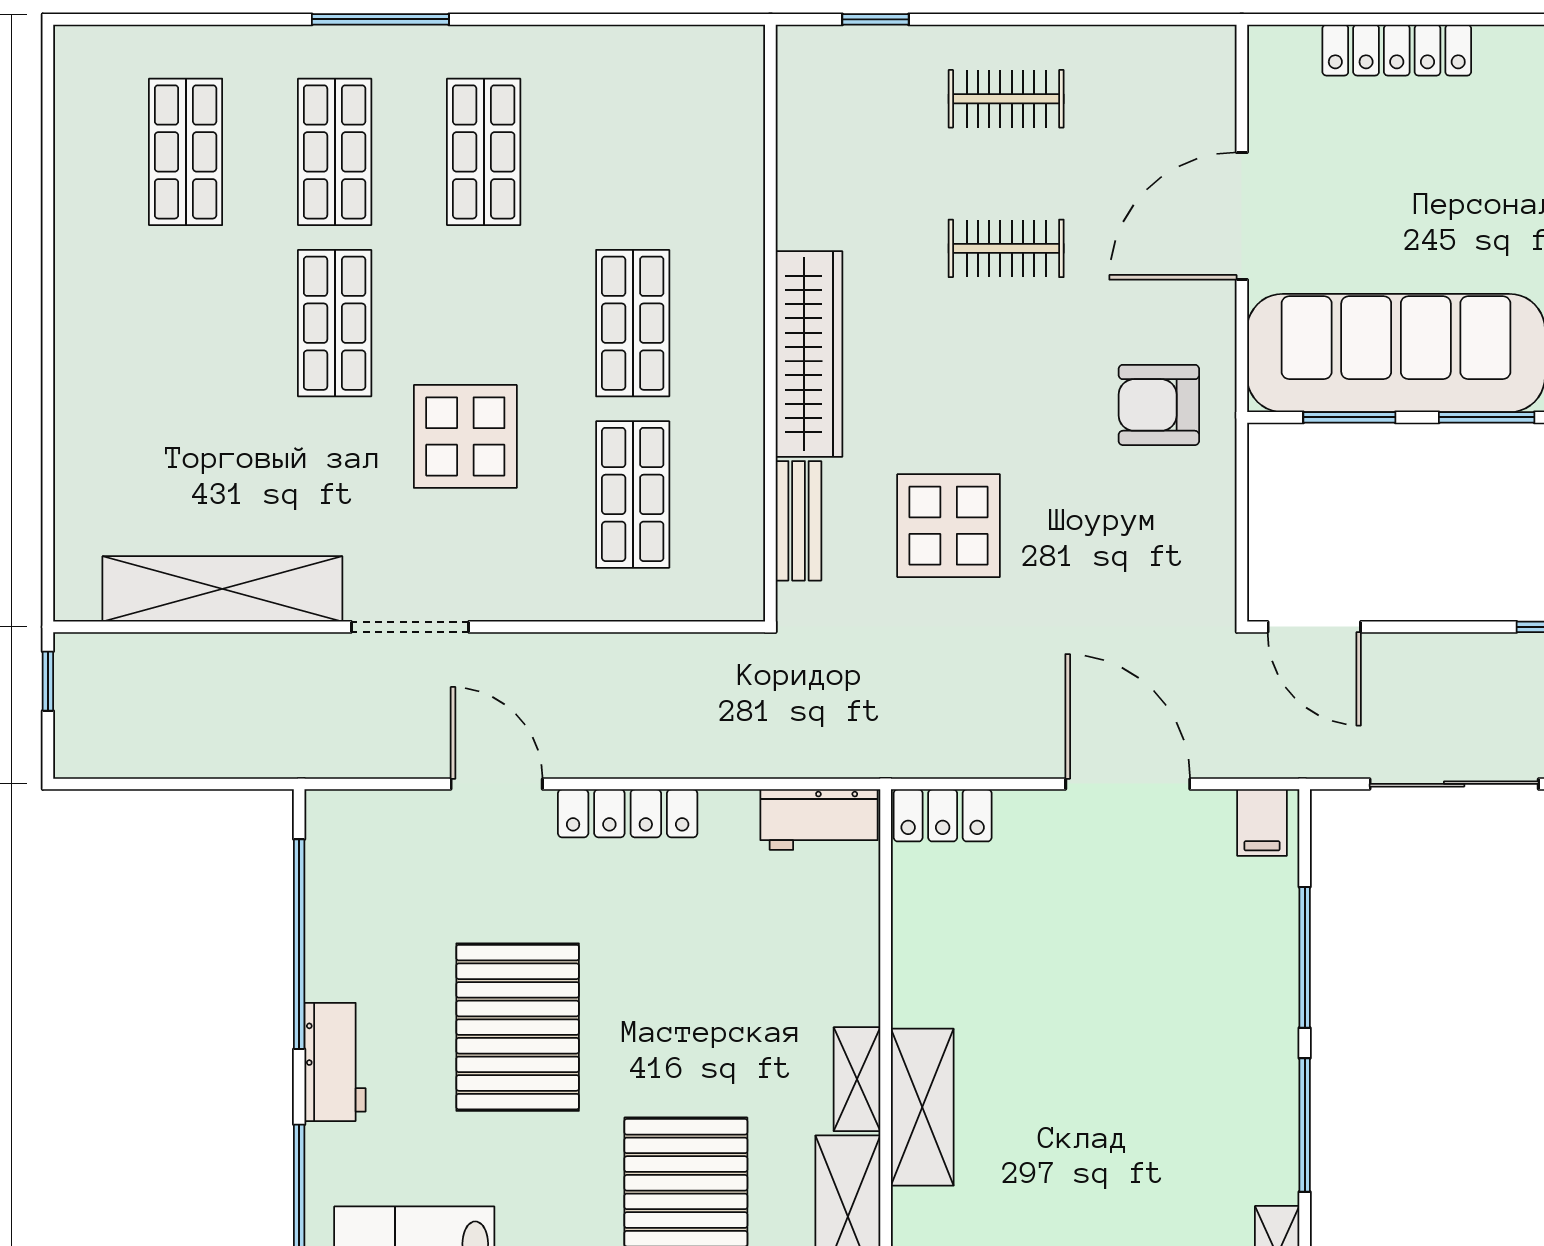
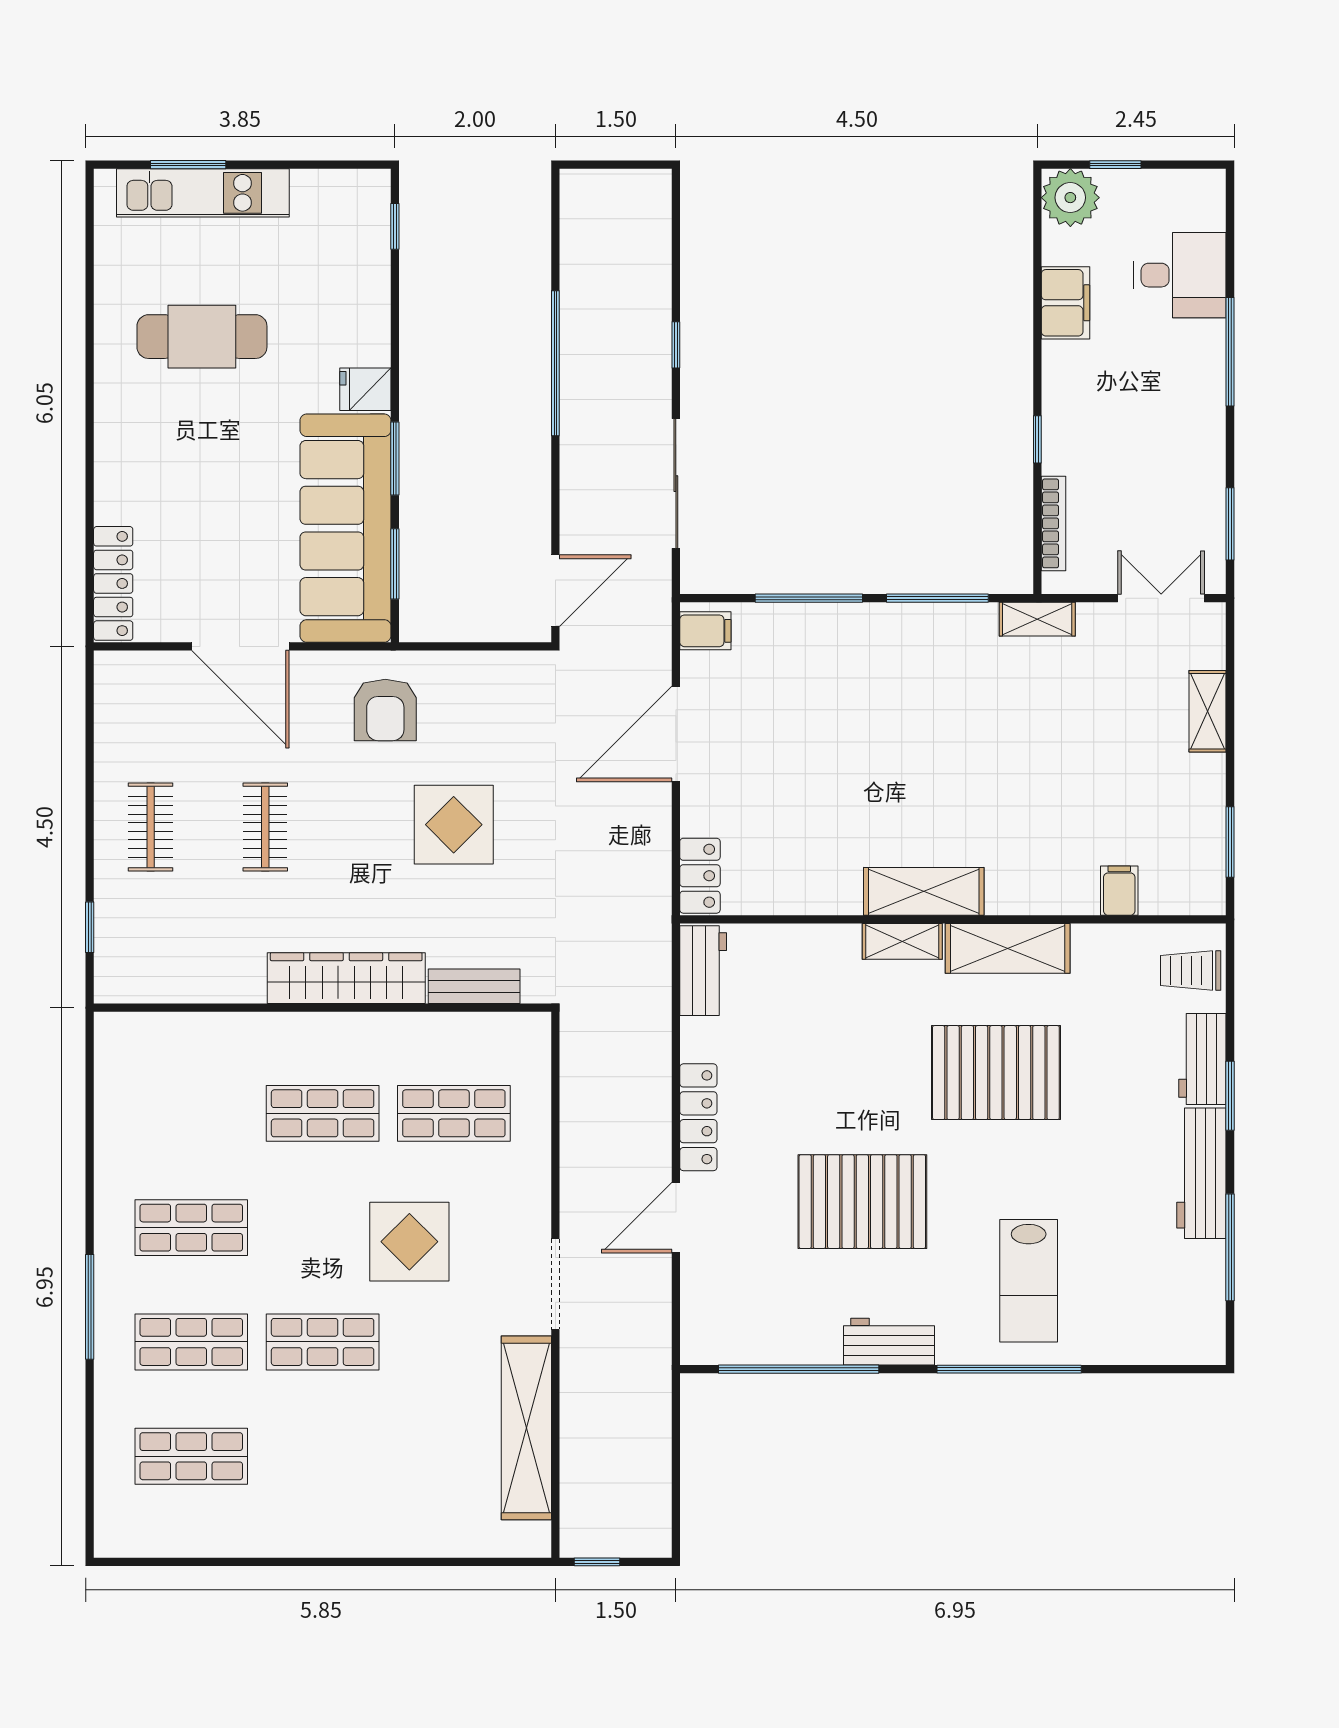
locker: (1397, 50) -> (113, 583), moved
display table: (949, 526) -> (454, 825), moved

